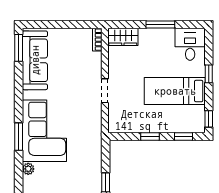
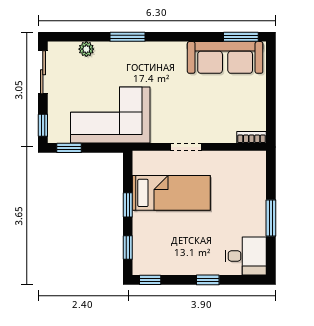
wardrobe: (123, 37) -> (255, 170), removed
bed: (175, 91) -> (171, 193), moved, turned 90
corner sofa: (44, 131) -> (110, 115), moved, turned 180

